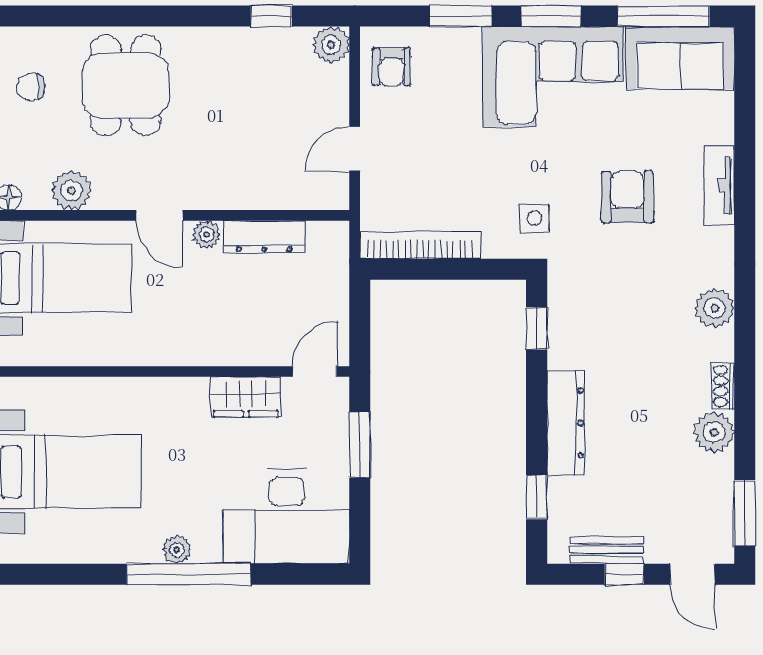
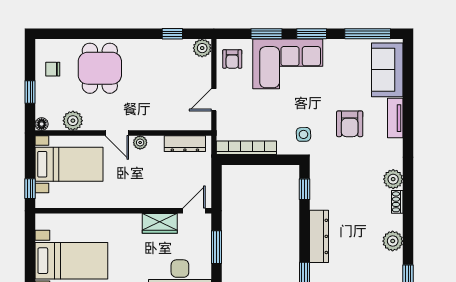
sofa: (680, 58) -> (387, 70), moved, turned 90
corner sofa: (553, 77) -> (288, 64), moved
armchair: (627, 197) -> (350, 124), turned 180
dresser: (264, 237) -> (185, 144), moved
shoe rack: (723, 386) -> (397, 202), moved

